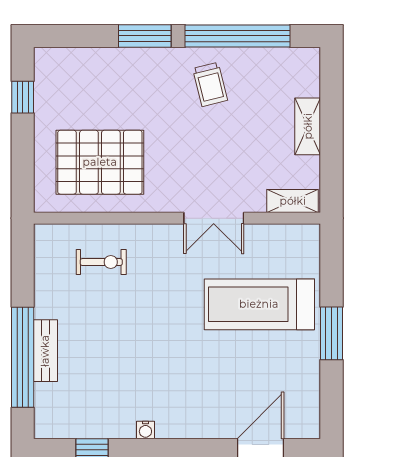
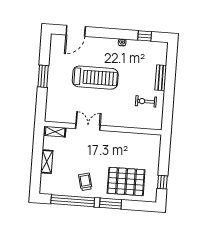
pallet: (100, 162) -> (126, 181), moved
exercise bike: (101, 262) -> (146, 101), moved
treadmill: (259, 304) -> (95, 78), moved
window: (23, 357) -> (170, 76), removed

